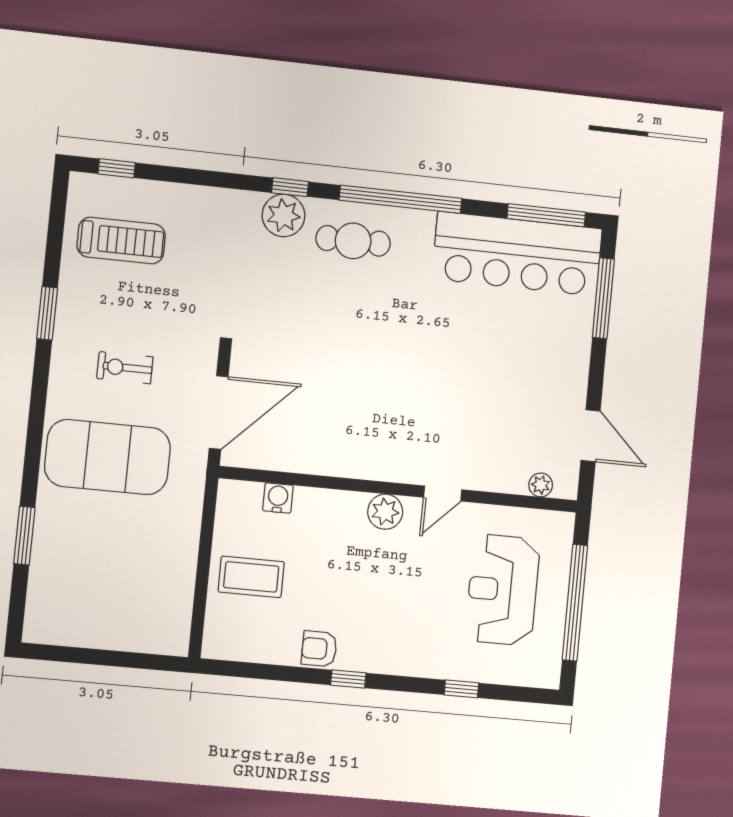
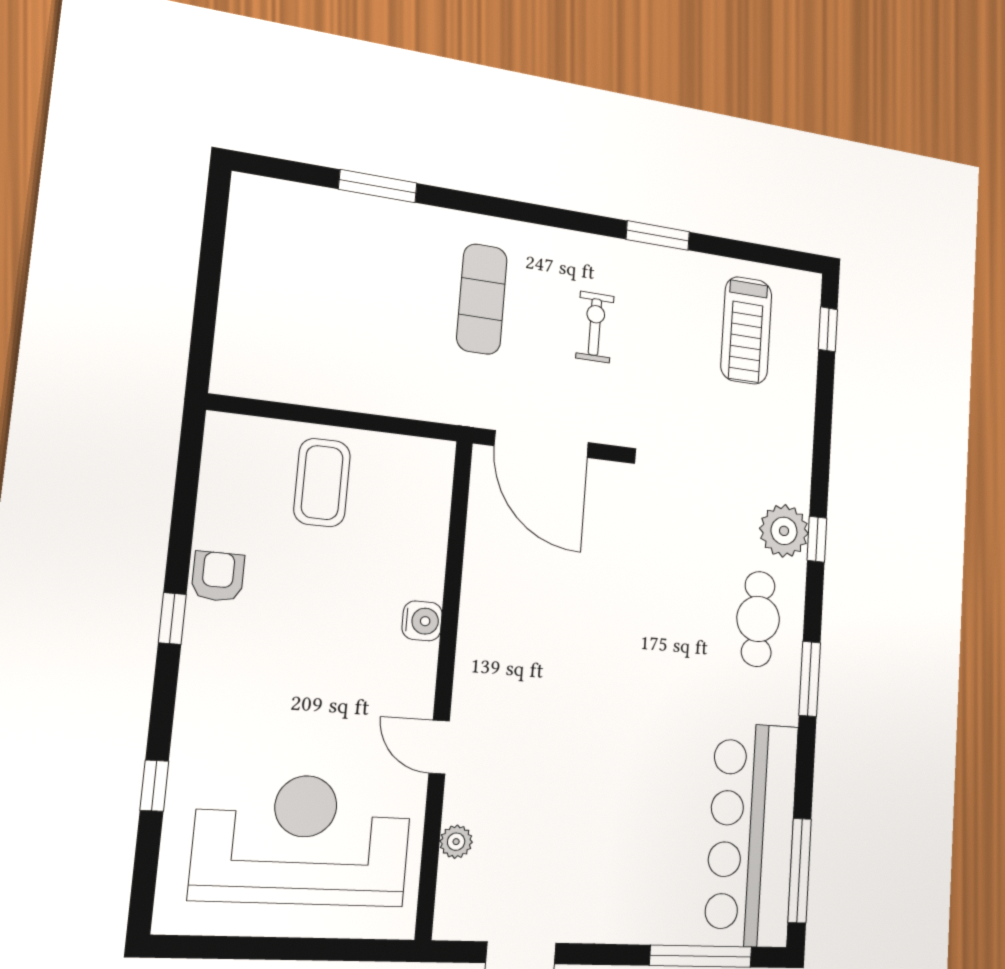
window: (401, 199) -> (810, 679), width x0.47
exercise mat: (108, 457) -> (482, 299), width x0.50, depth x0.69
plant: (541, 485) -> (456, 842), moved
water cooler: (278, 498) -> (422, 621), moved
plant: (385, 512) -> (413, 667), removed
reception desk: (503, 590) -> (303, 839), width x1.36, depth x1.30
window: (575, 603) -> (283, 949), removed

